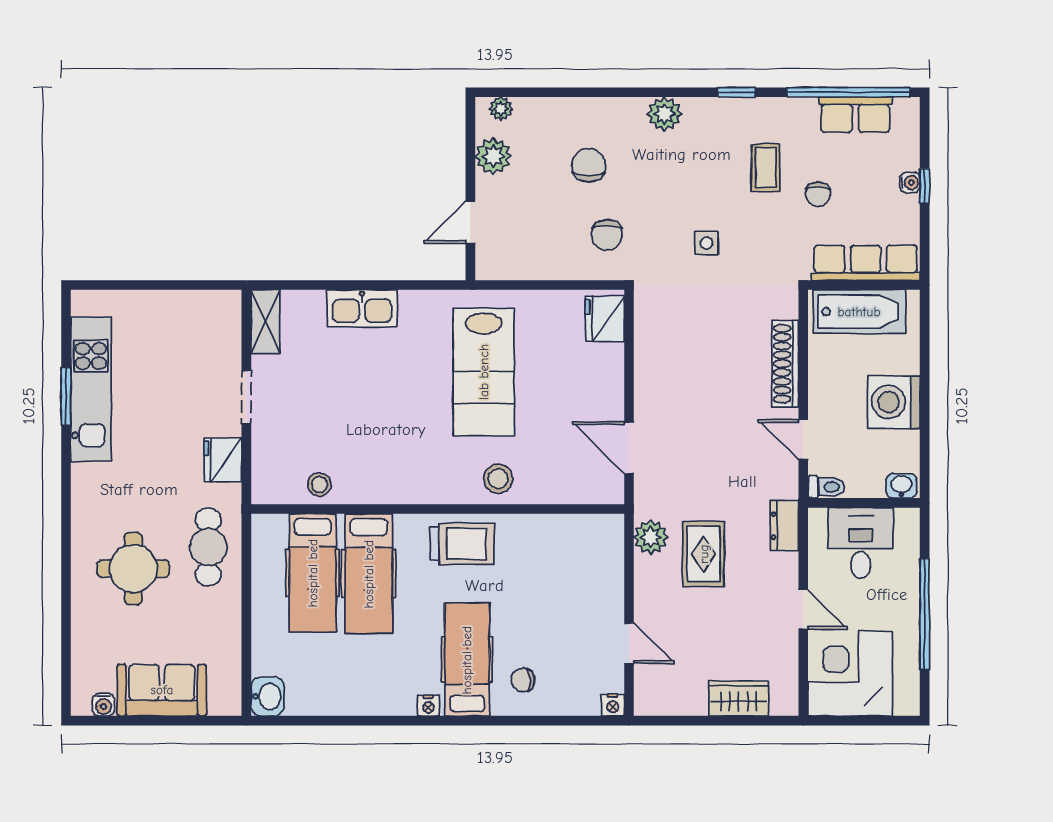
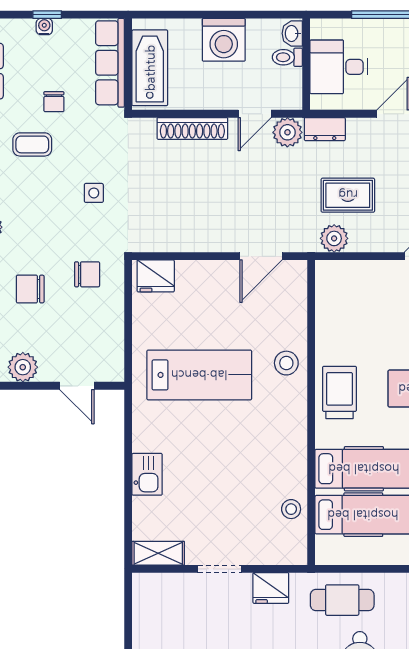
chair: (818, 194) -> (54, 102), turned 90
kitchen sink: (362, 308) -> (147, 474), width x0.73
plant: (781, 480) -> (287, 132), added
toilet: (826, 487) -> (287, 57), moved, turned -90

